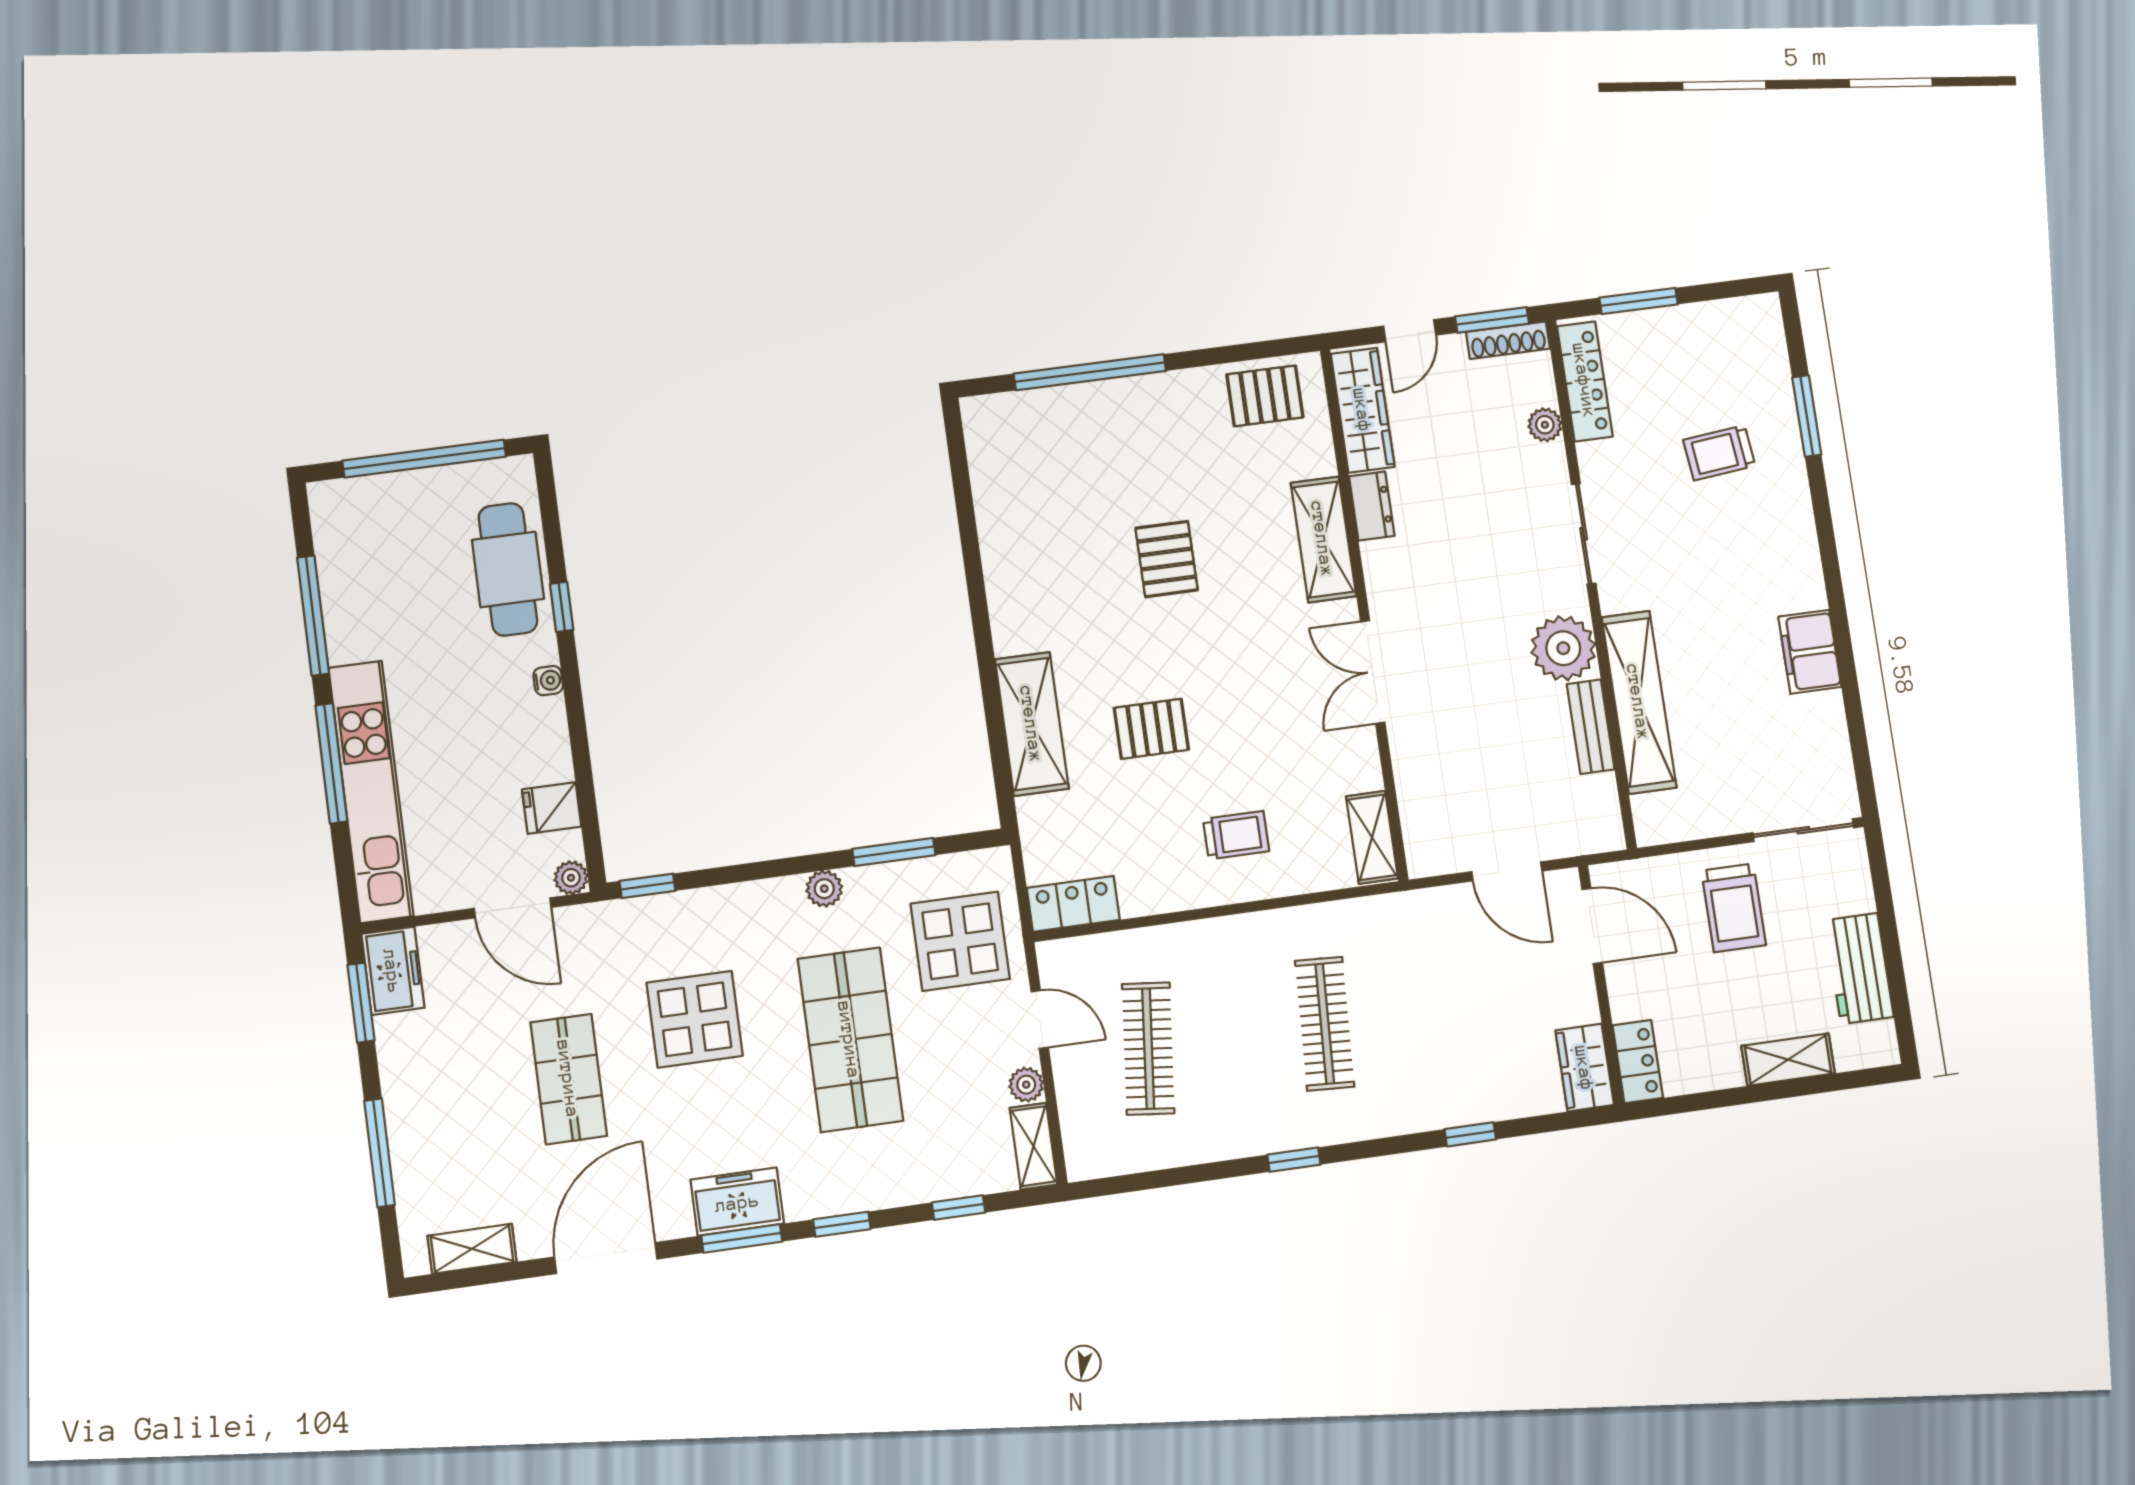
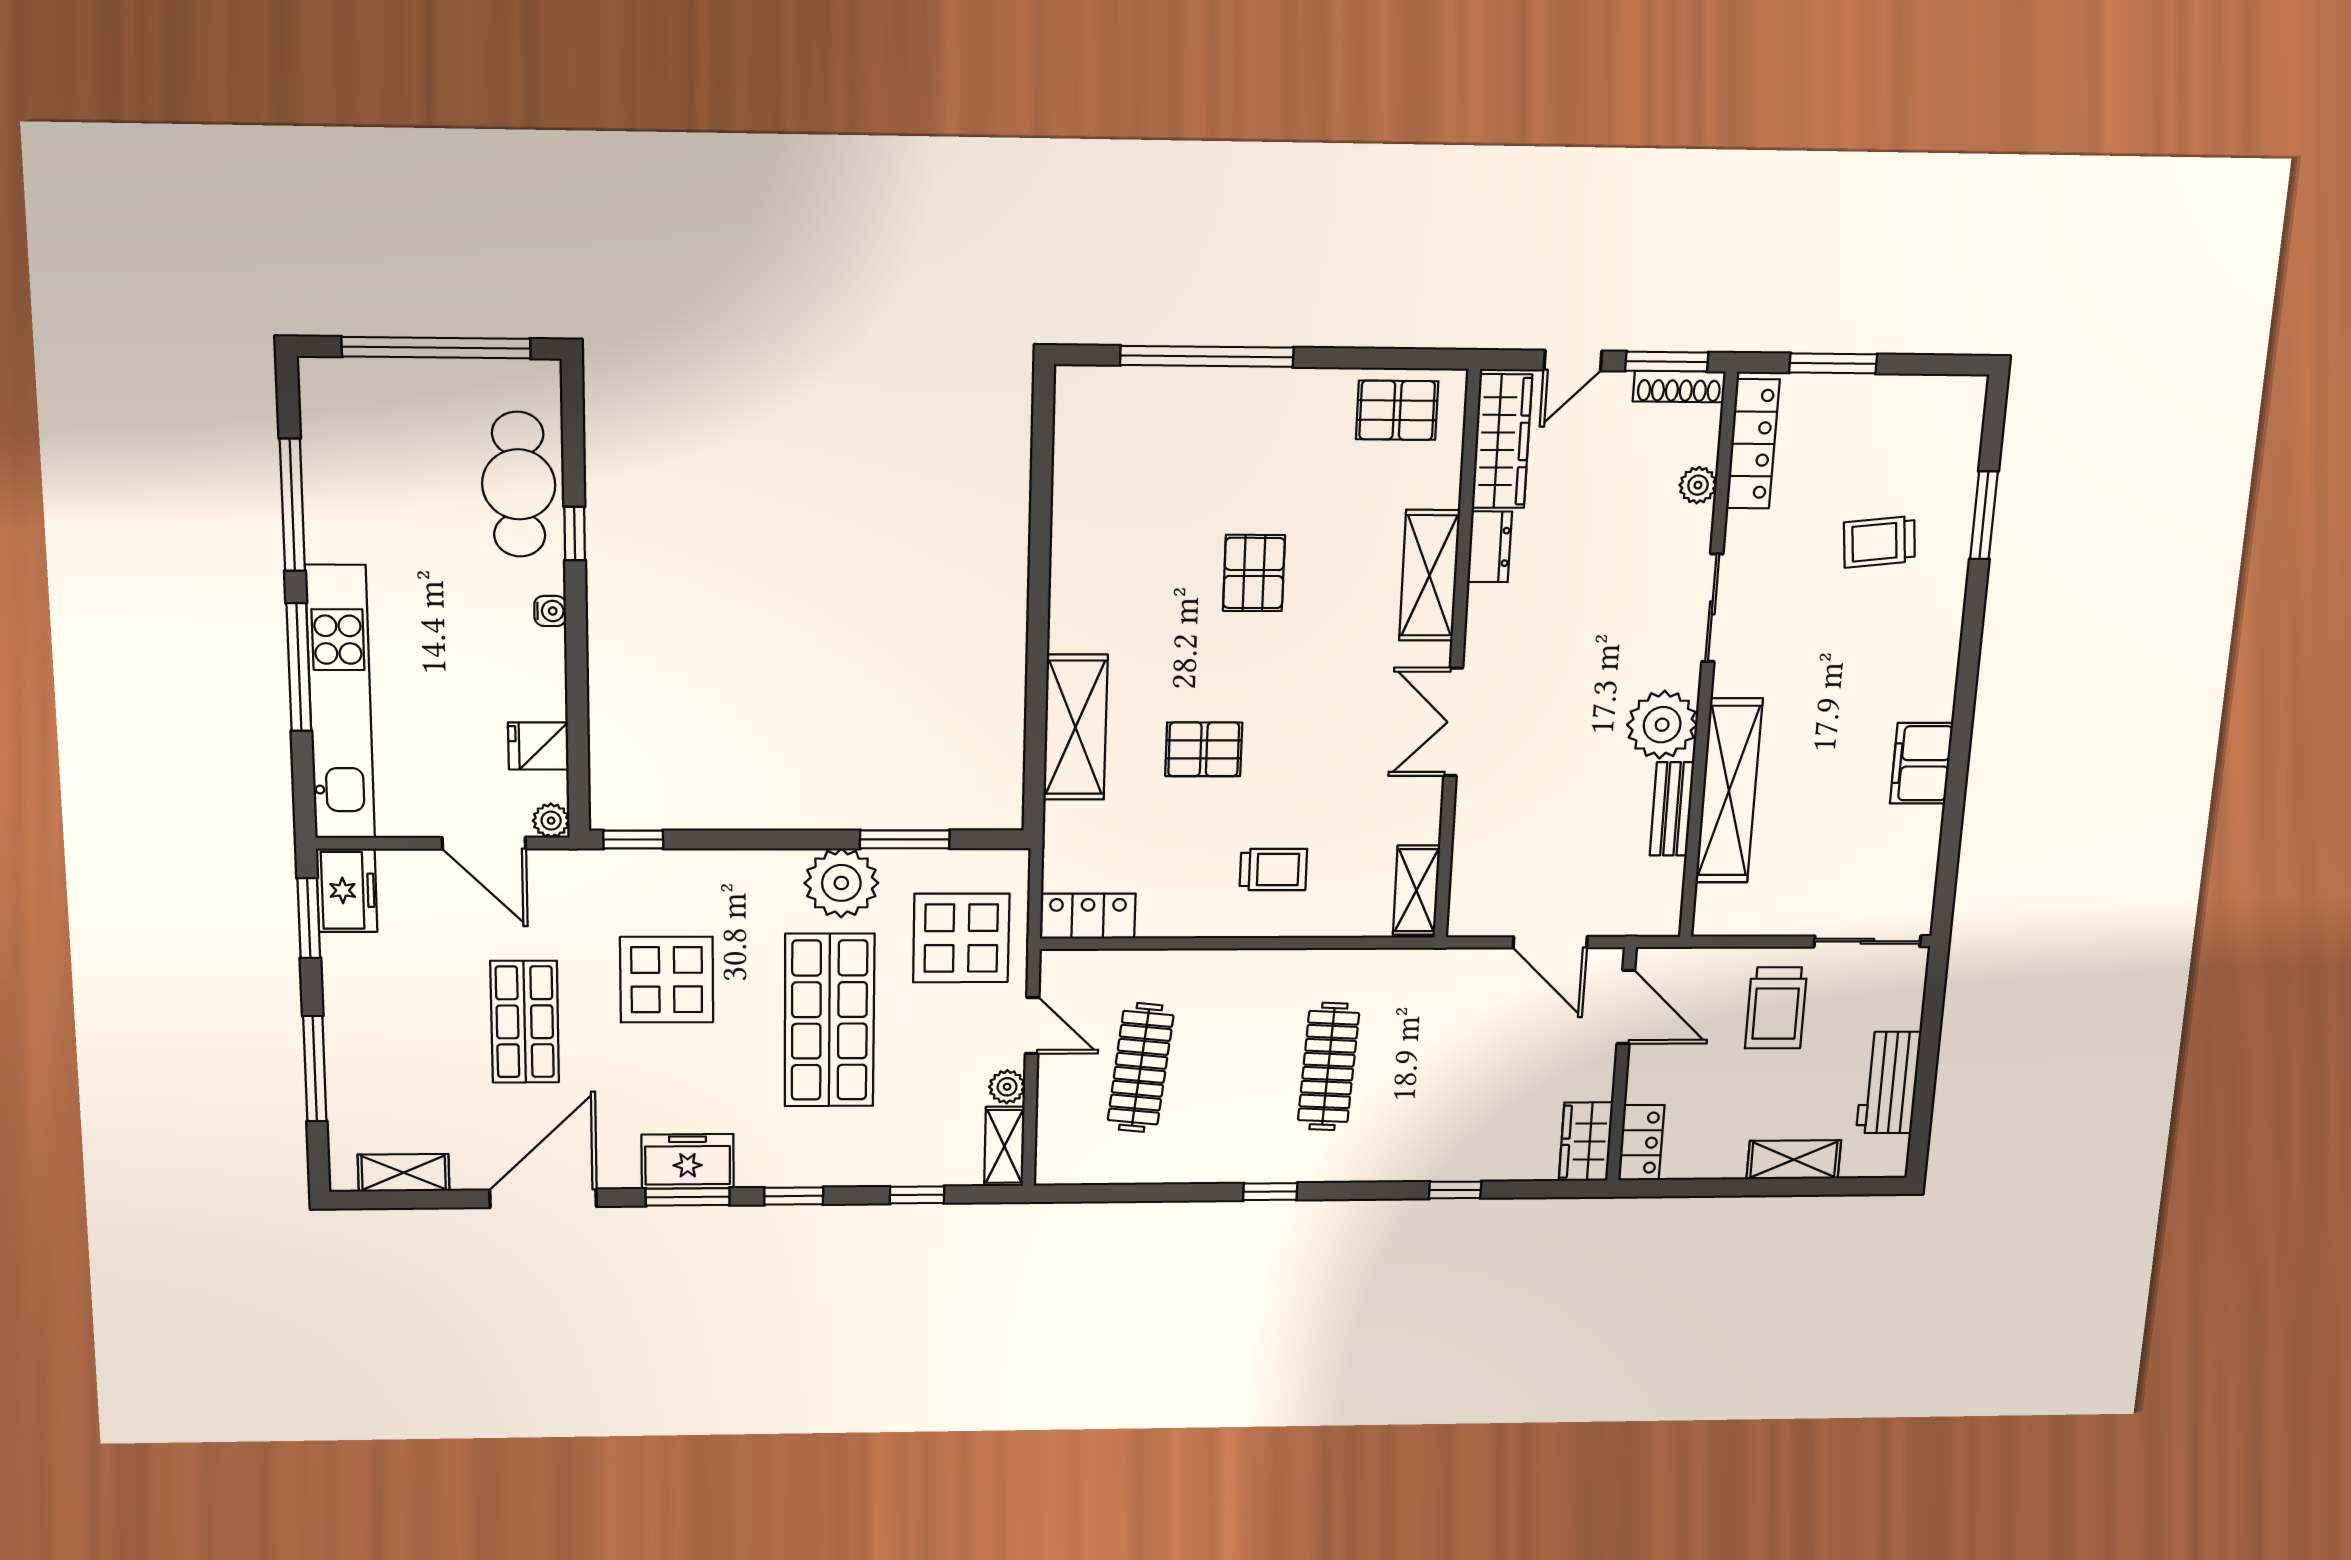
plant: (824, 889) -> (841, 883), width x1.87, depth x1.87

